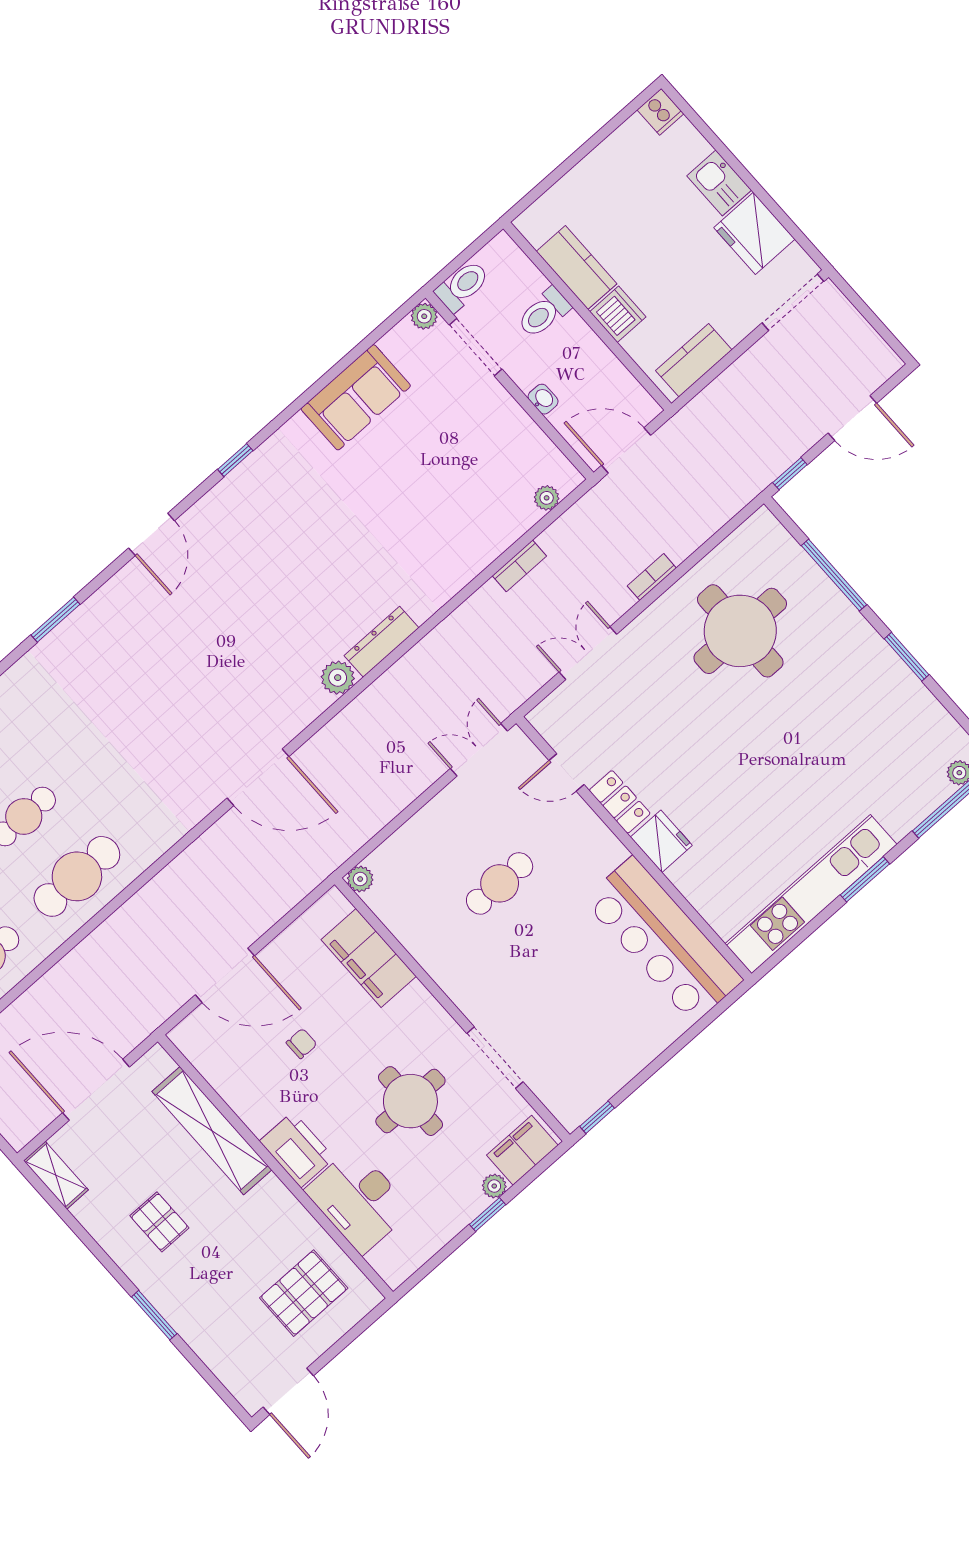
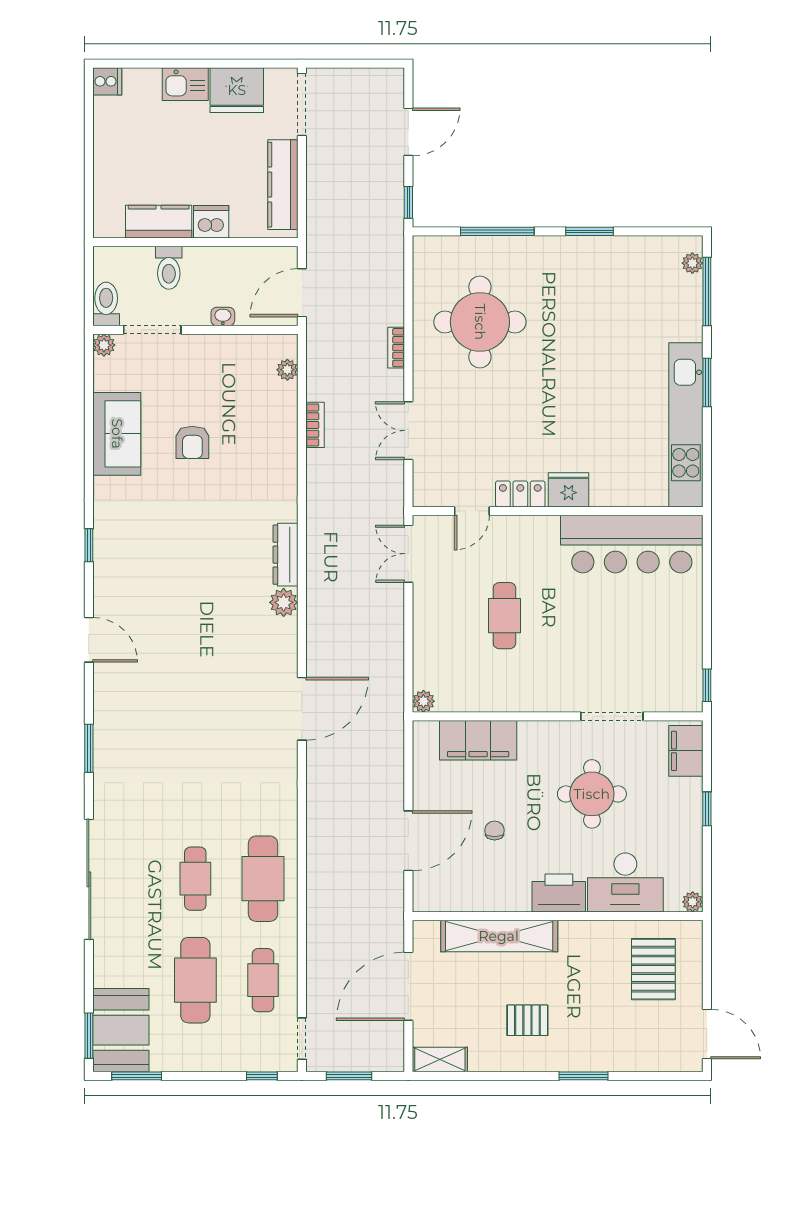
kitchen counter: (694, 360) -> (283, 185), width x1.50
armchair: (408, 471) -> (192, 442), added
plant: (494, 1186) -> (693, 902), moved

